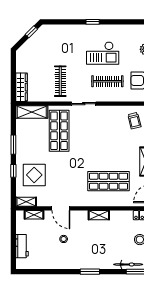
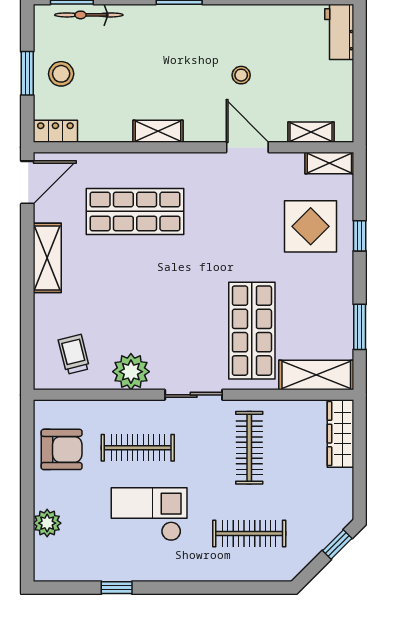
window: (93, 22) -> (117, 588), moved
window: (31, 32) -> (337, 544), moved
clothes rail: (60, 45) -> (249, 533), added
plant: (110, 113) -> (131, 372), added
window: (13, 145) -> (360, 327), moved
workbench: (22, 246) -> (339, 32), moved

